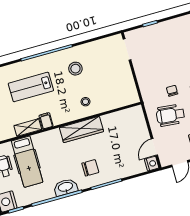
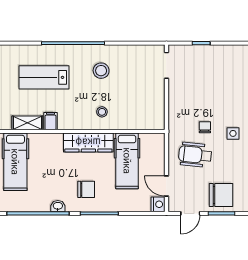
hospital bed: (117, 136) -> (127, 161), added
door: (154, 147) -> (166, 186), hinge flipped
washbasin: (66, 187) -> (58, 206), width x0.52, depth x0.69

